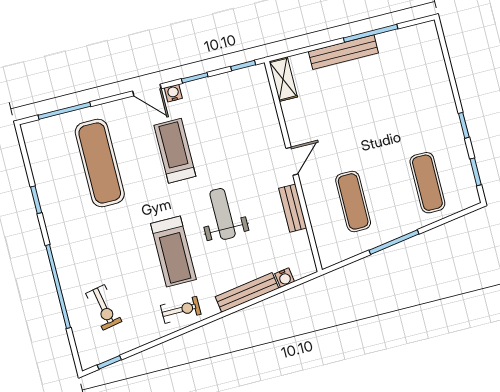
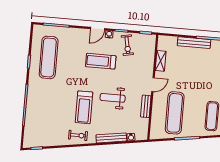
shelving: (283, 79) -> (161, 61), moved
door: (147, 90) -> (97, 29), hinge flipped
treadmill: (175, 151) -> (101, 61), turned -90
exercise mat: (100, 163) -> (49, 57), moved
exercise mat: (353, 201) -> (175, 113), width x1.36, depth x1.45
weight bench: (223, 214) -> (113, 98), turned -90
exercise bike: (104, 307) -> (127, 45), moved

